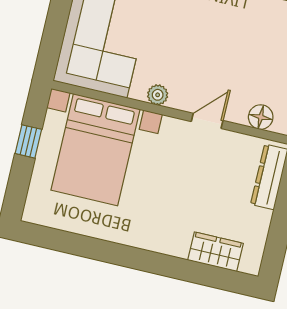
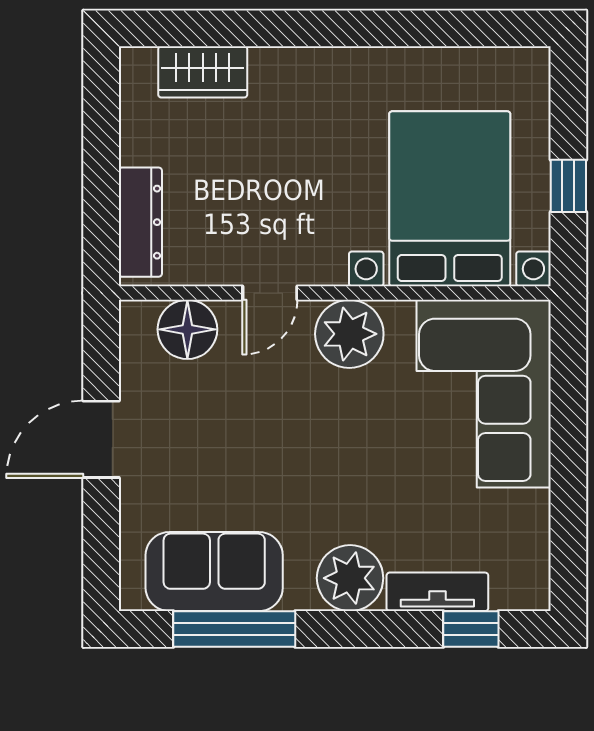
plant: (158, 95) -> (349, 334), width x1.88, depth x1.88
floor lamp: (261, 117) -> (187, 329), width x1.38, depth x1.38

